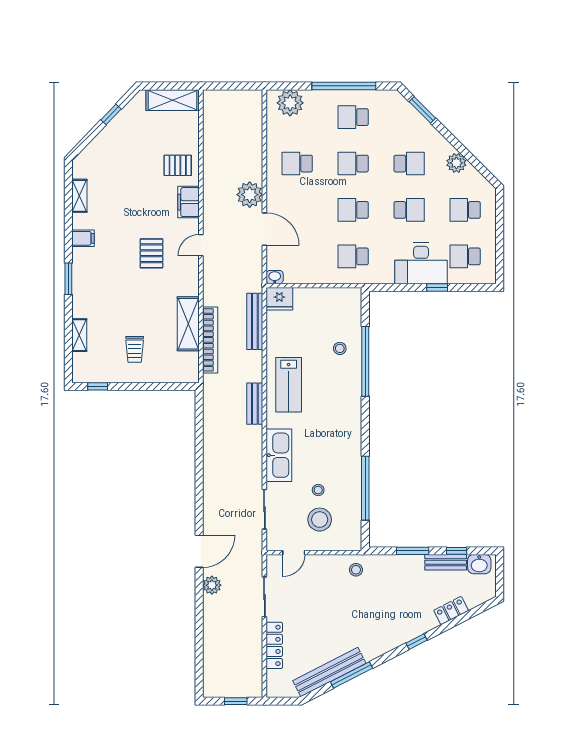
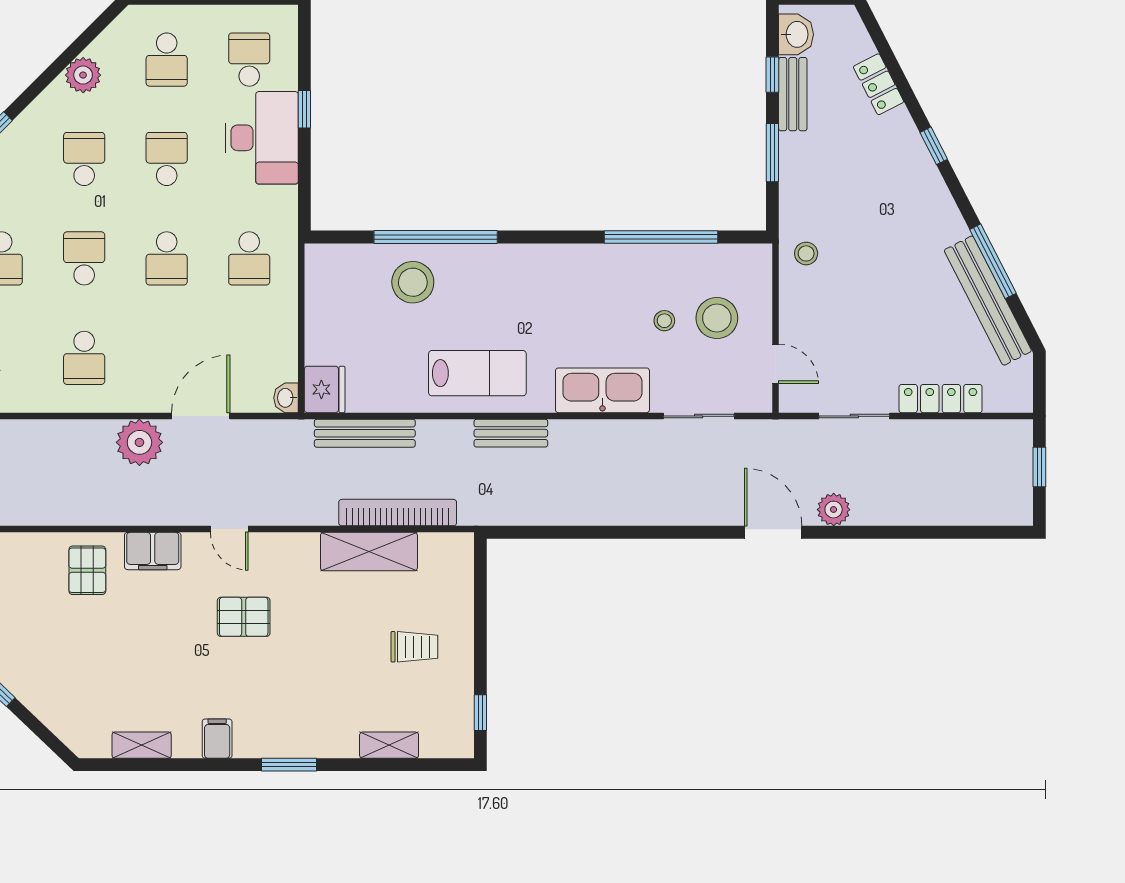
school desk: (353, 164) -> (84, 258), turned 180
school desk: (465, 256) -> (249, 60), turned 180
stool: (340, 348) -> (413, 282), width x1.89, depth x1.89

